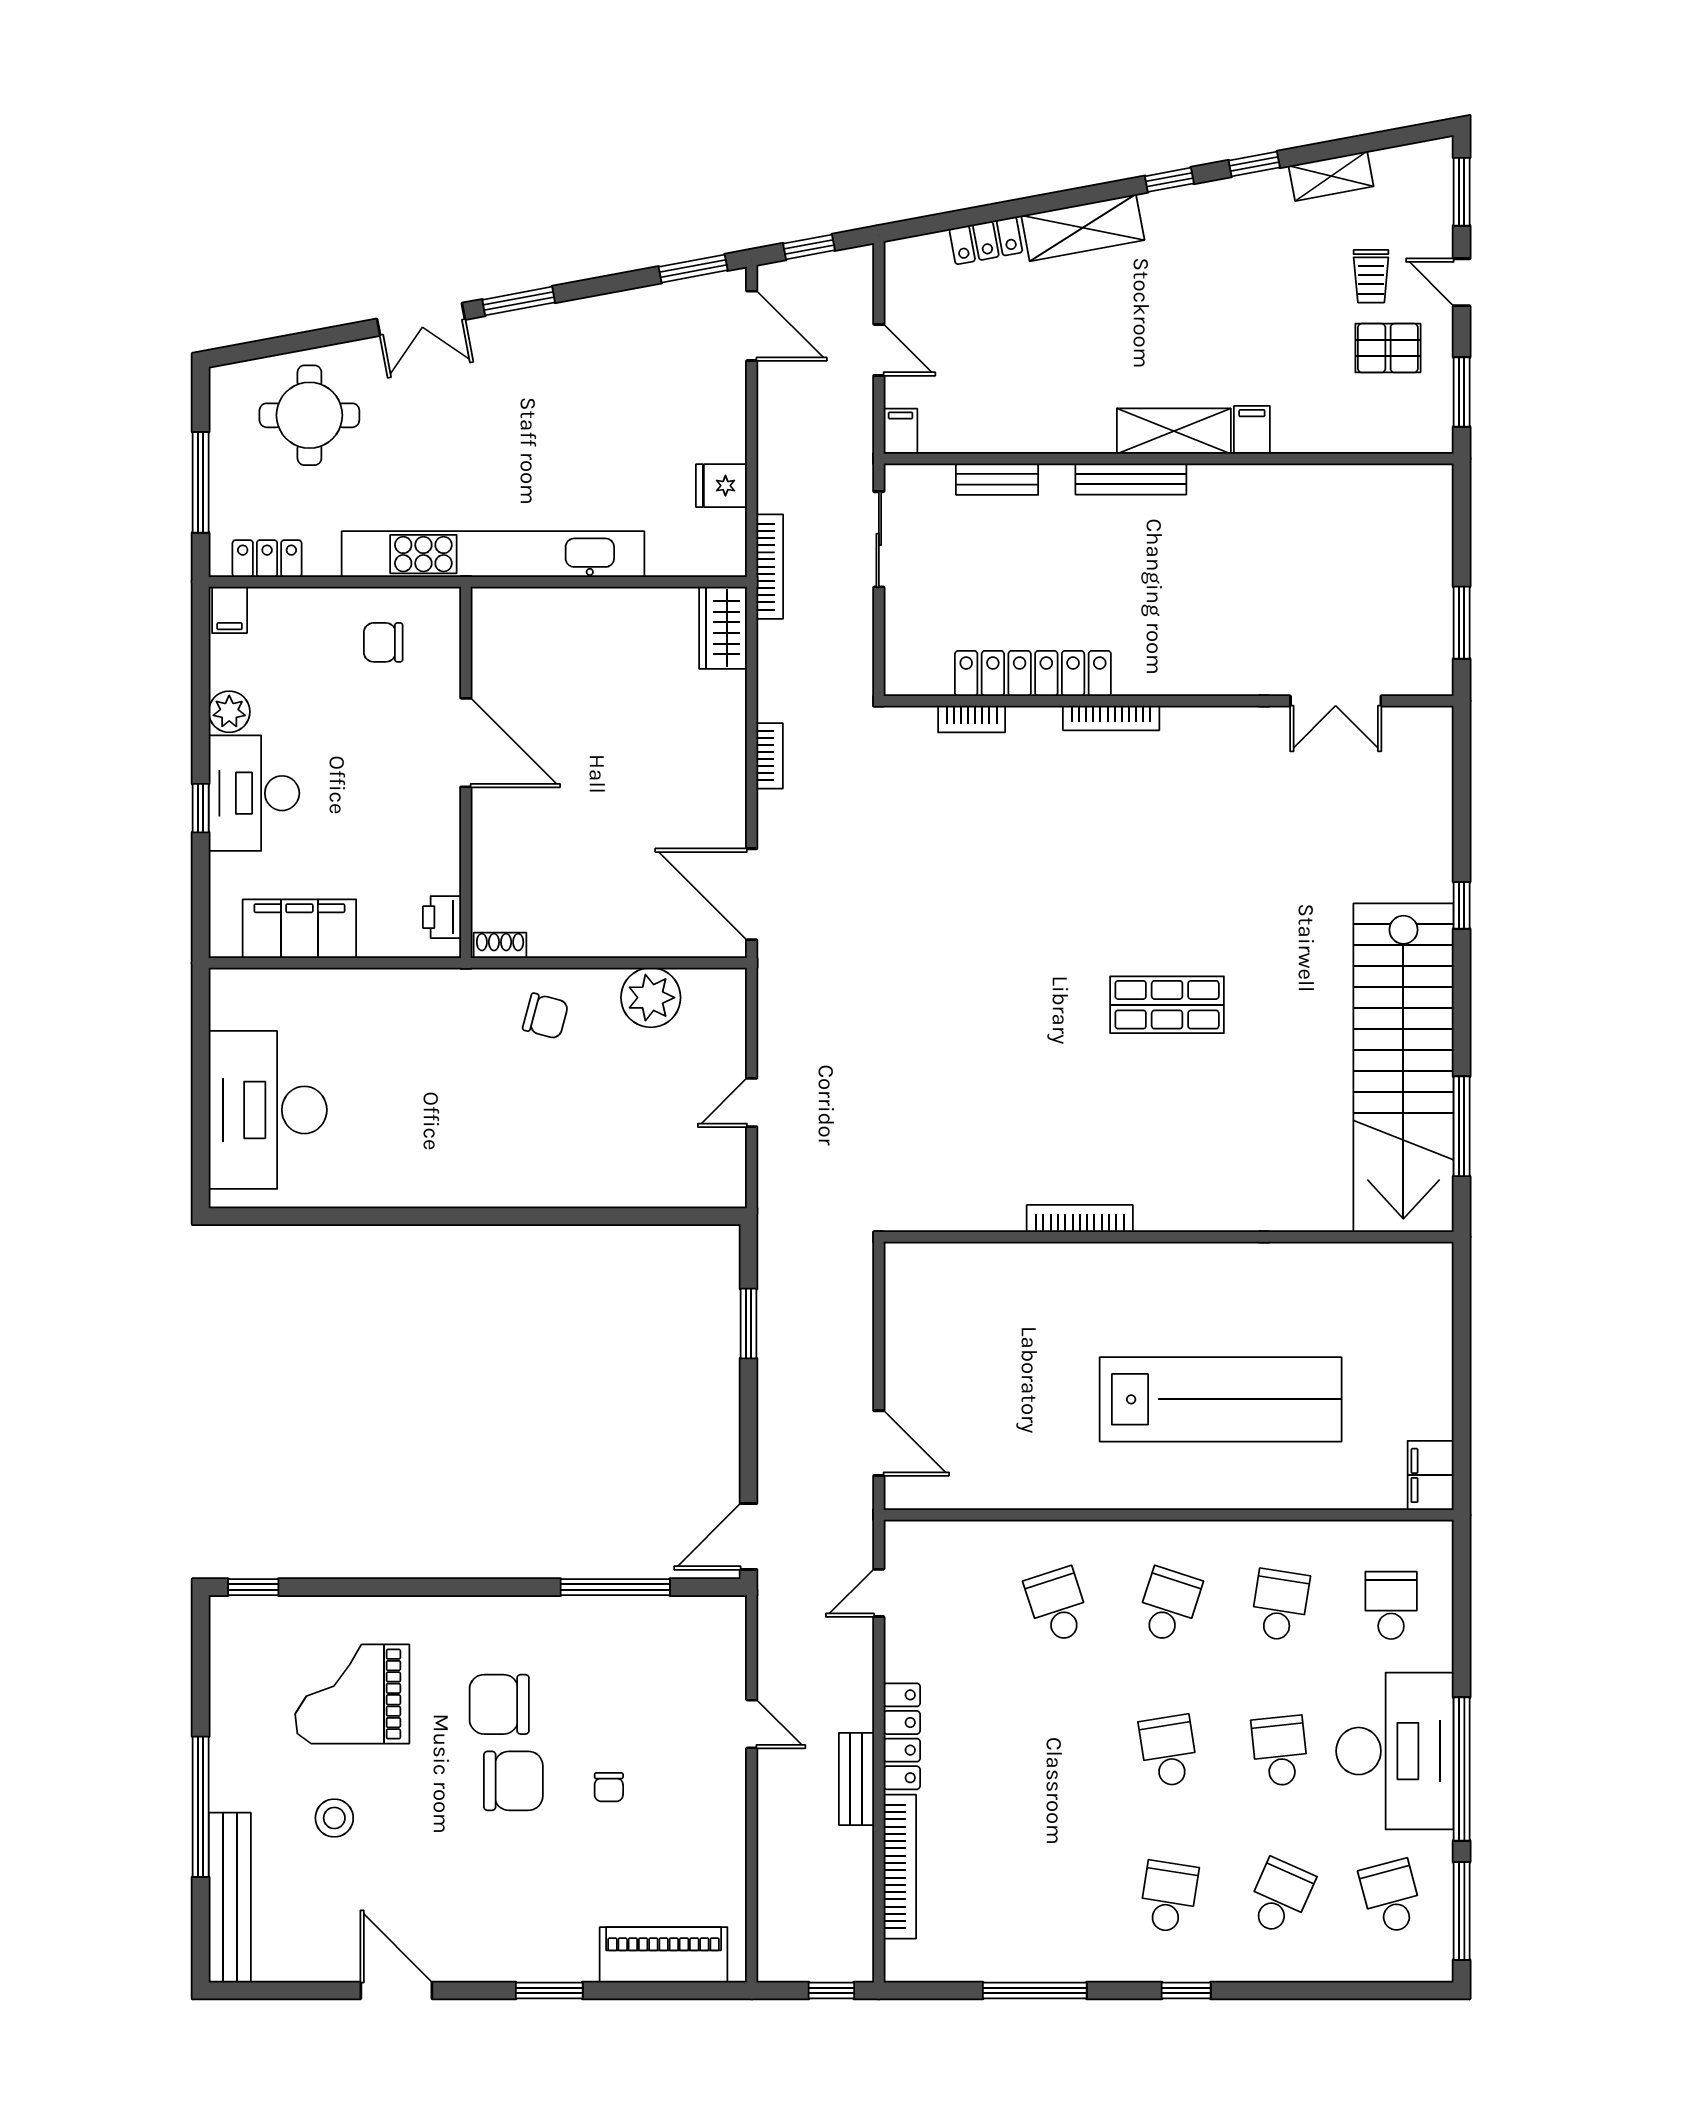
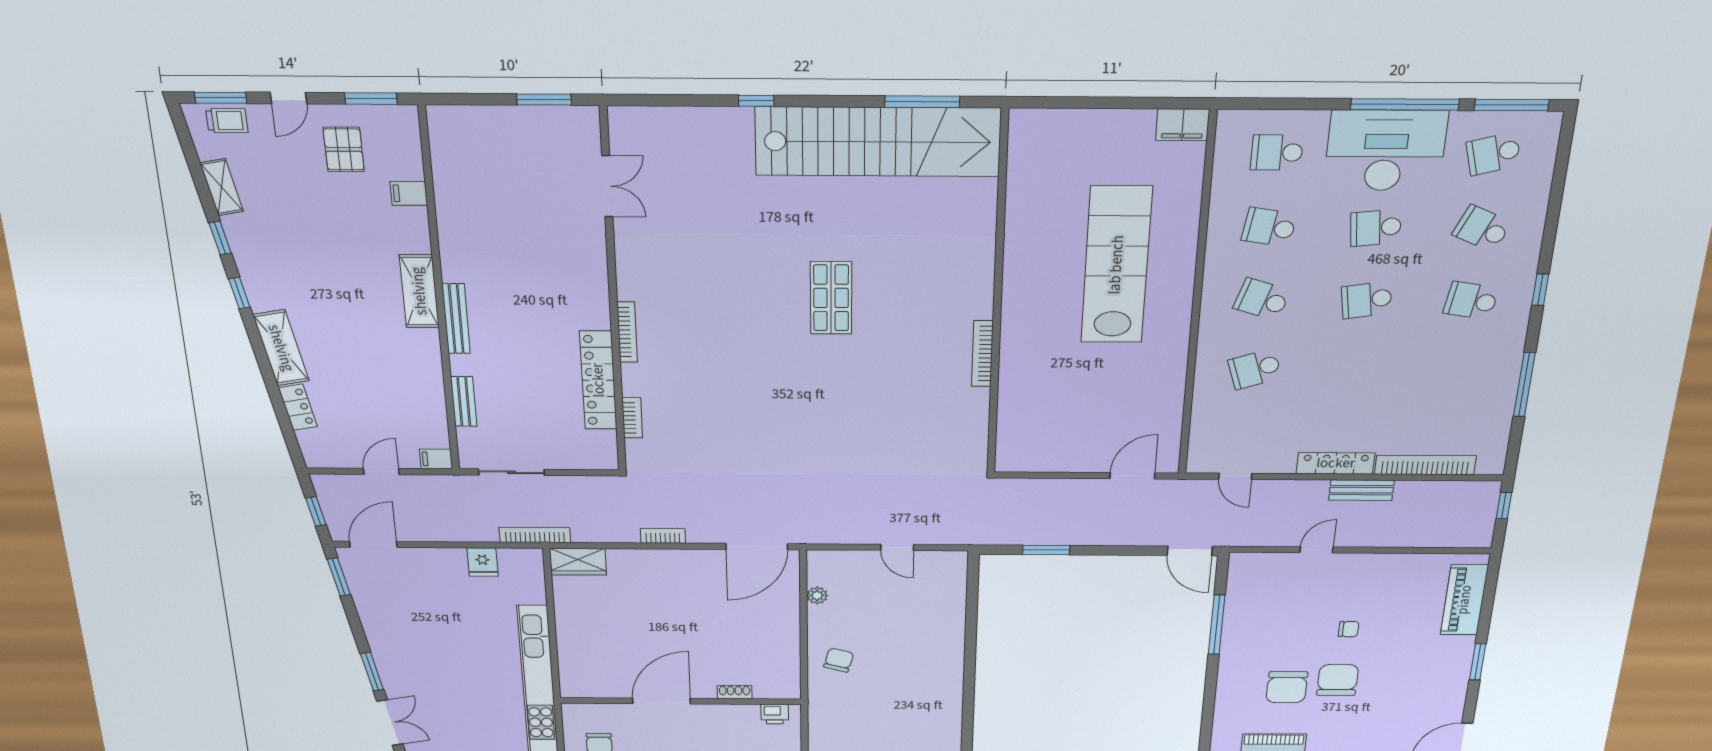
trolley: (1371, 276) -> (227, 121), moved
filing cabinet: (1252, 430) -> (409, 193), moved
shoe rack: (500, 945) -> (735, 692), moved, turned 90
plant: (651, 998) -> (817, 595), width x0.53, depth x0.53

